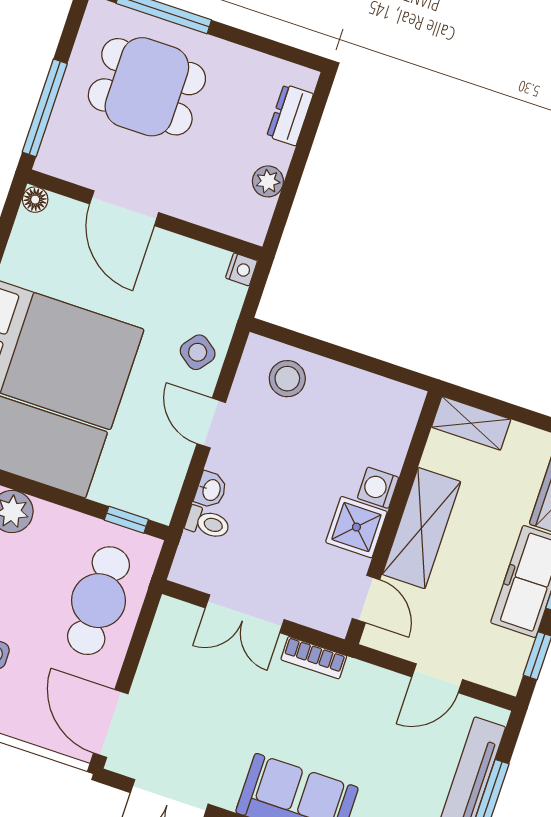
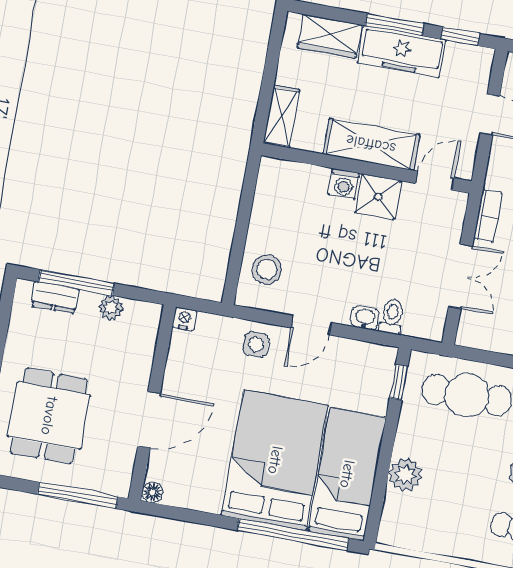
window: (305, 144) -> (76, 283), added
side table: (198, 352) -> (256, 344), turned -36

